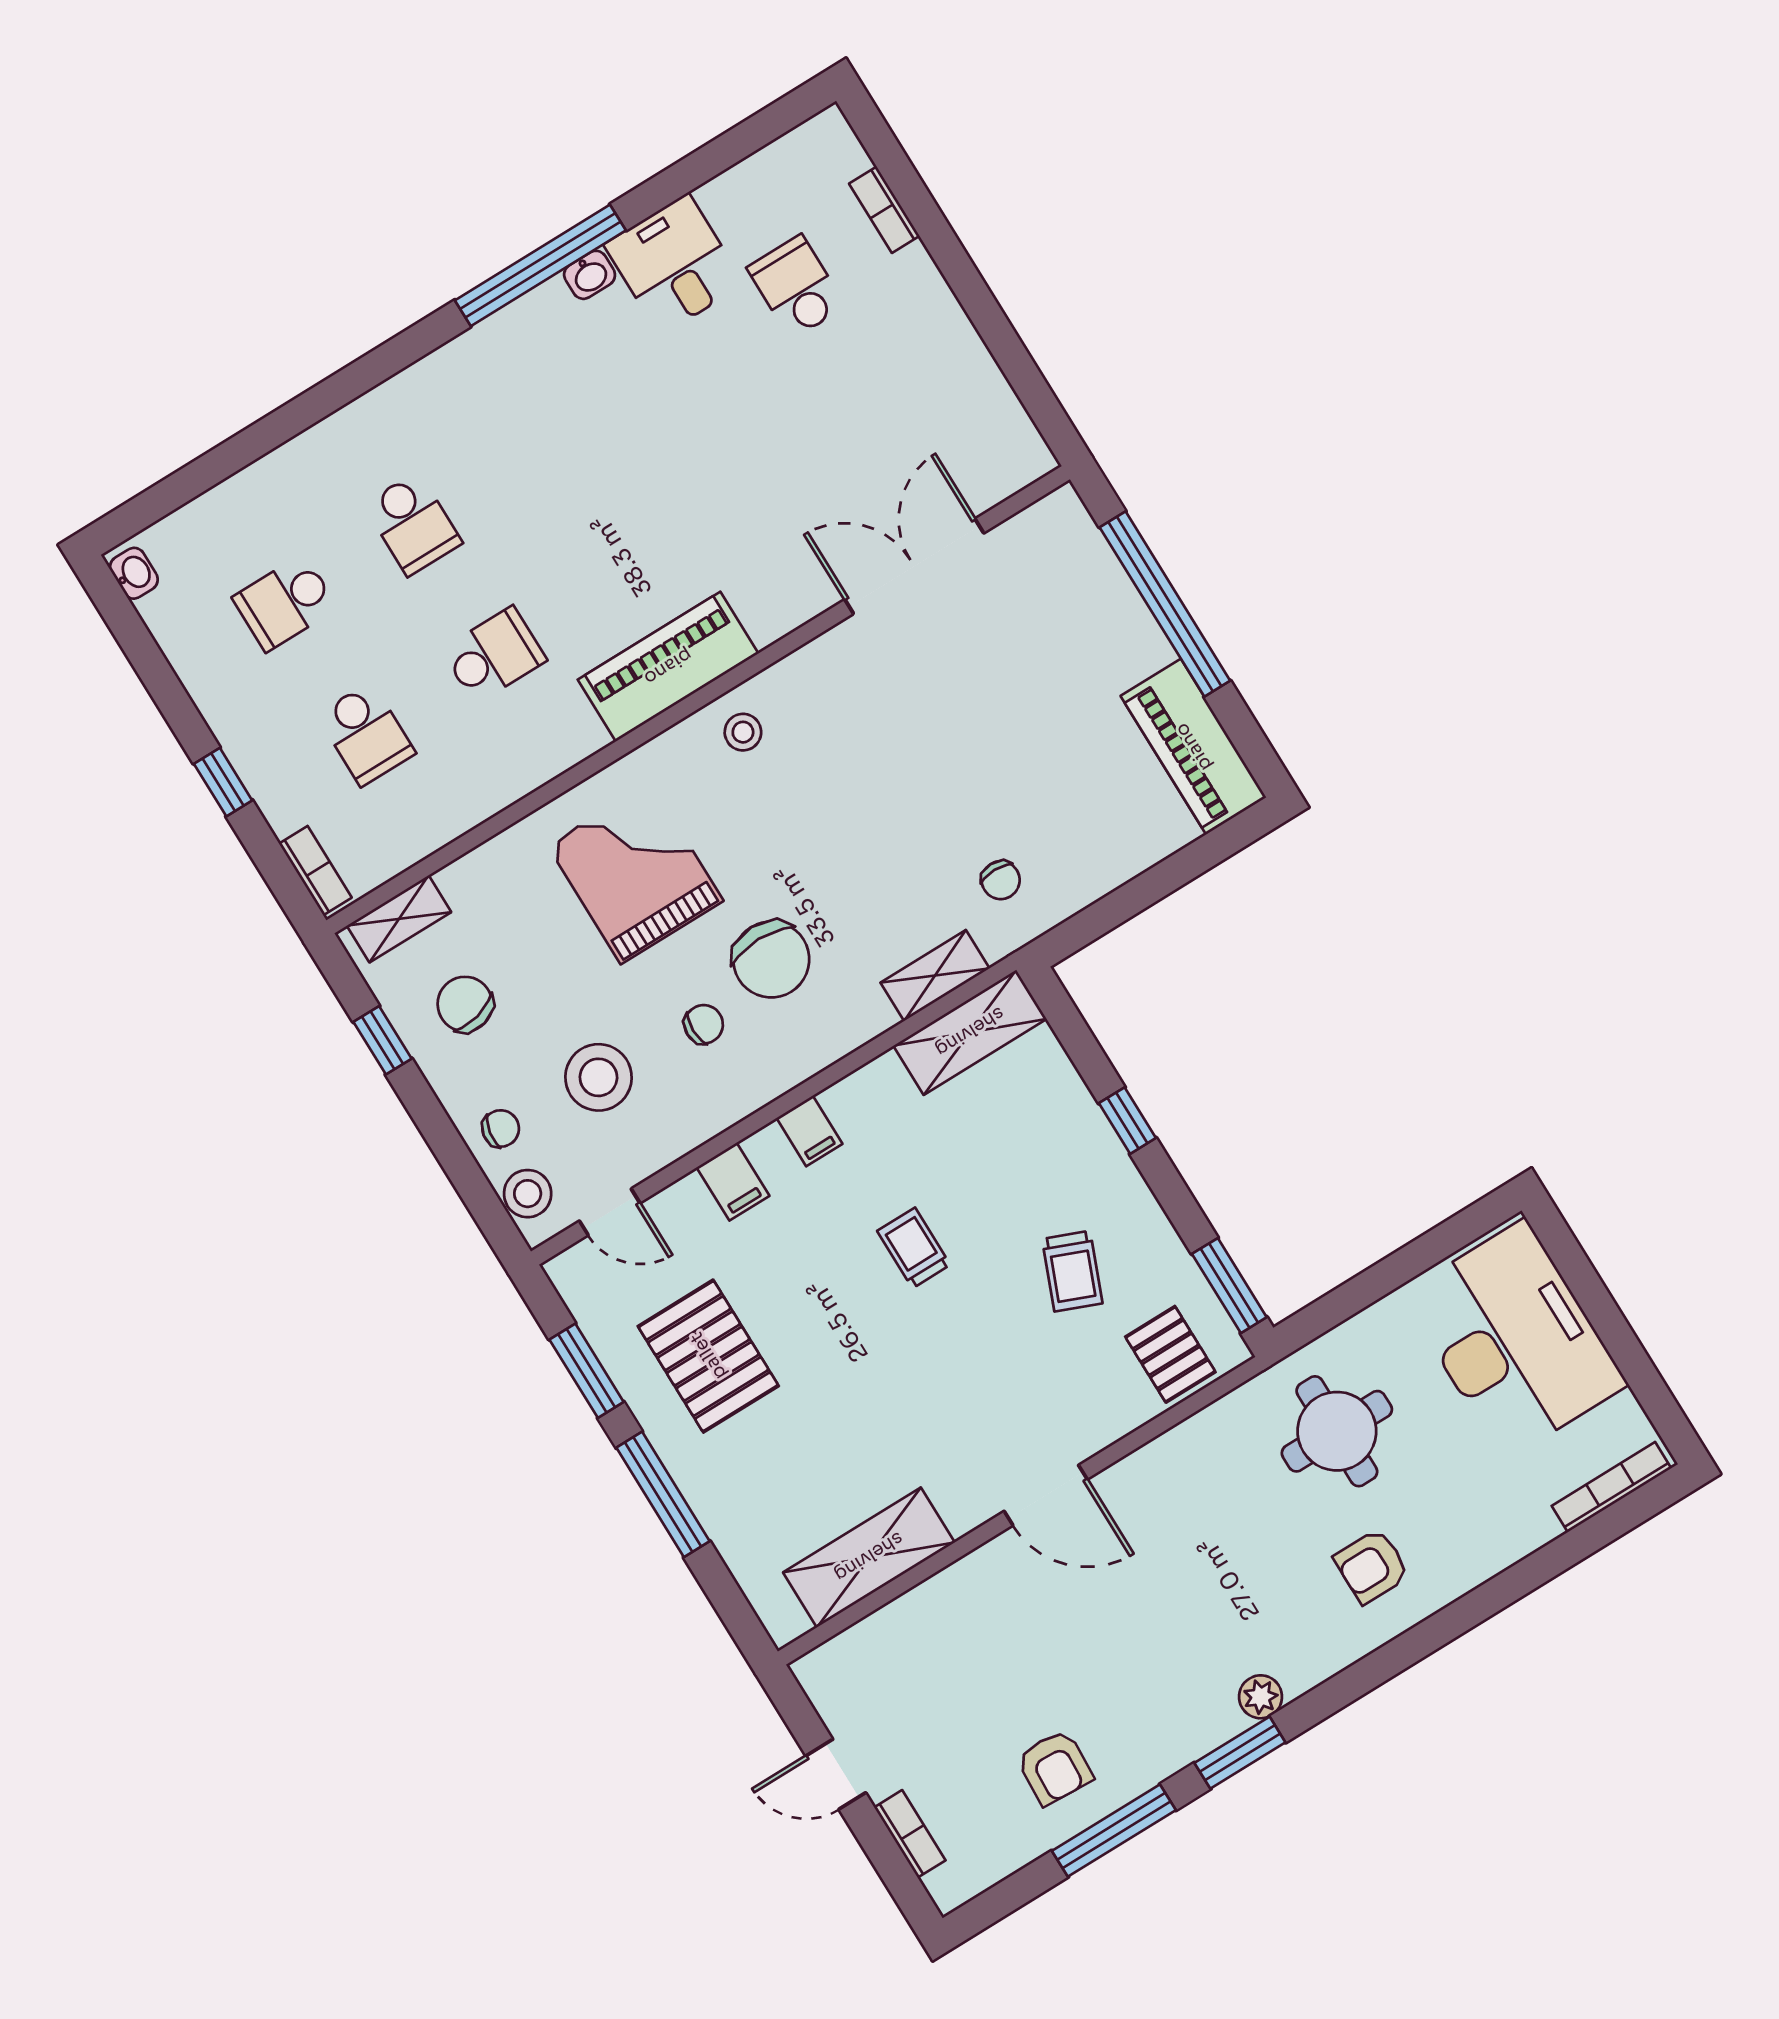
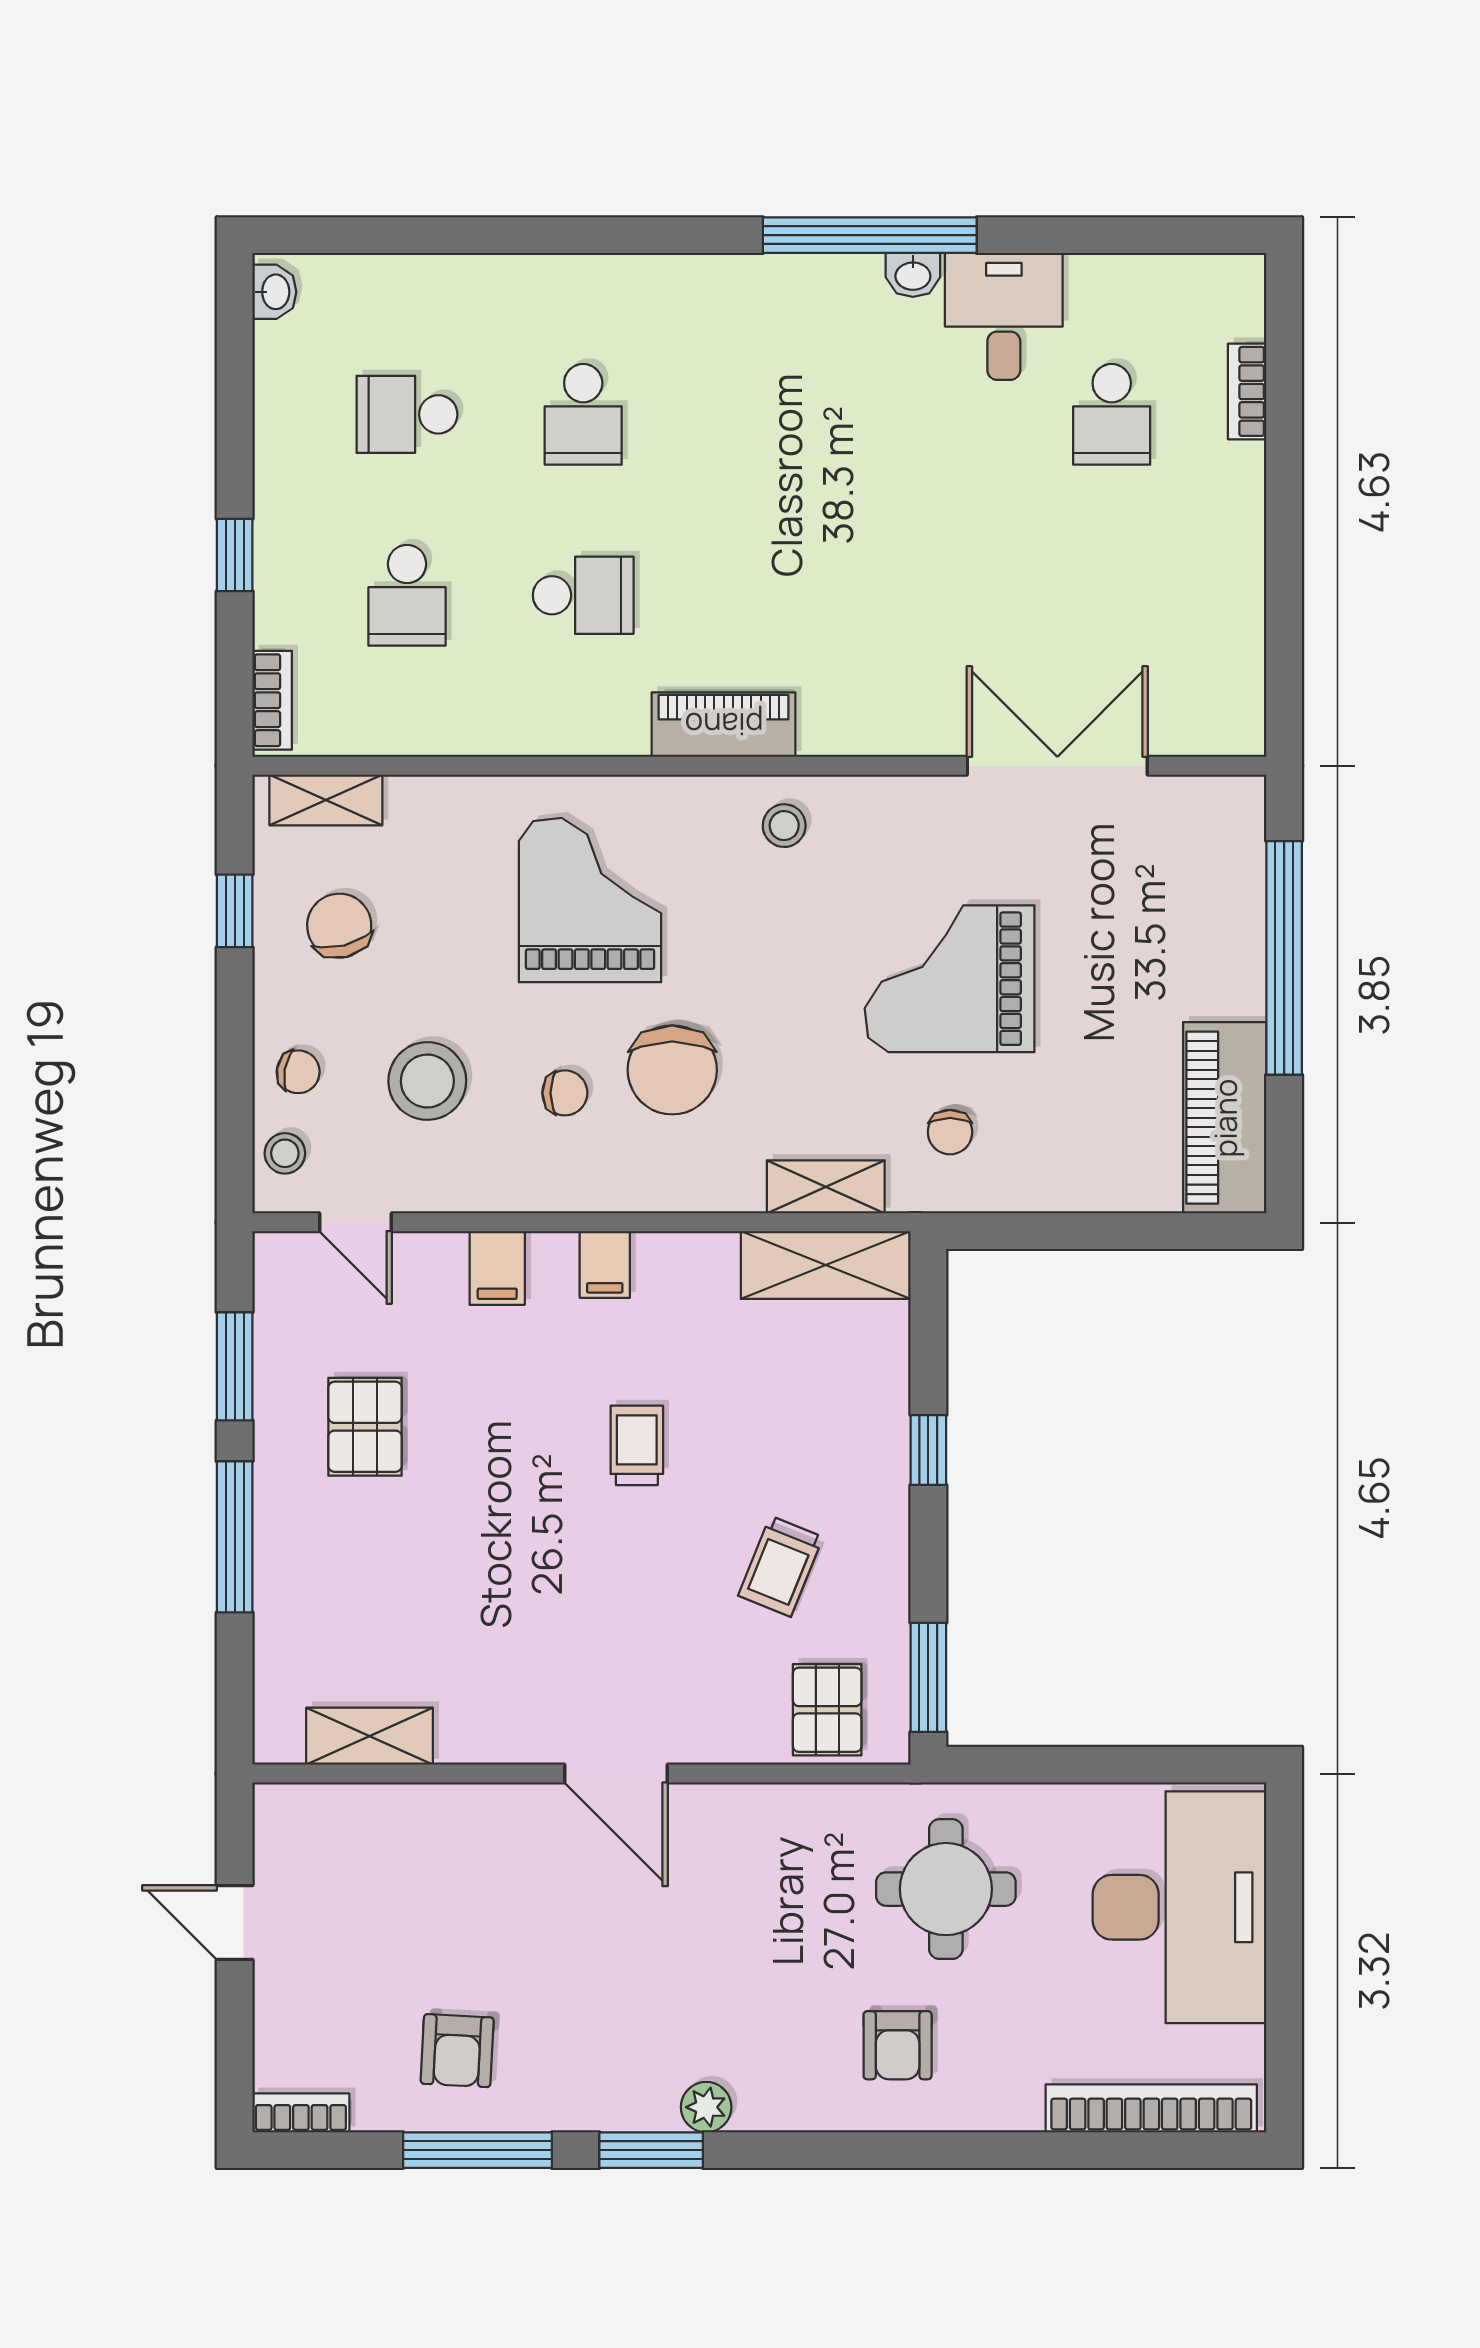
school desk: (796, 287) -> (1112, 414), turned 180
piano: (668, 667) -> (724, 725), width x0.73, depth x0.75
grand piano: (932, 769) -> (950, 979), added
stool: (528, 1194) -> (285, 1153), width x0.73, depth x0.73
pallet: (708, 1356) -> (365, 1427), width x0.67, depth x0.71
bookcase: (1611, 1487) -> (1151, 2108), width x1.48, depth x1.31
shelving: (869, 1557) -> (370, 1736), width x0.67, depth x0.75
armchair: (1372, 1566) -> (898, 2045), turned -90
bookcase: (910, 1834) -> (301, 2113), moved, turned -90

